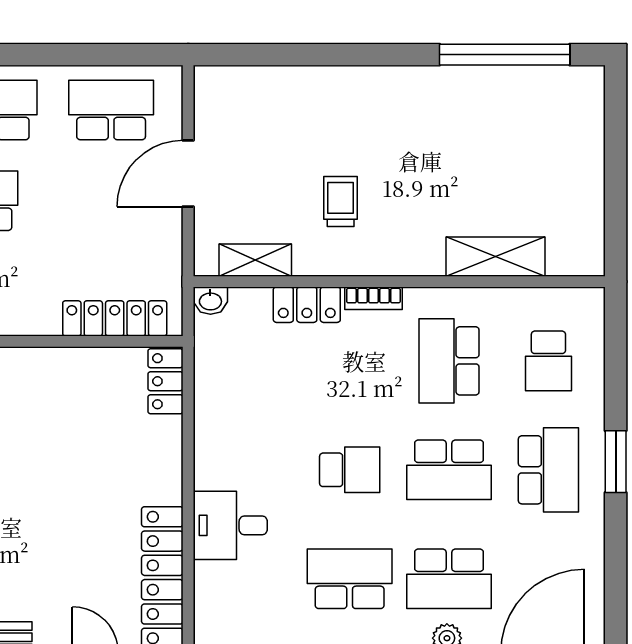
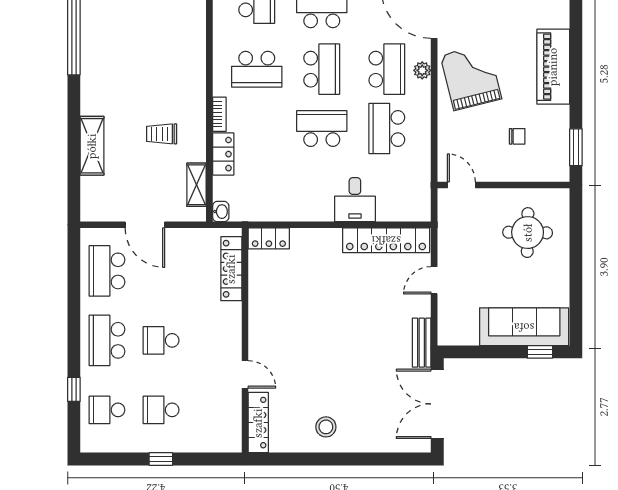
shelving: (495, 257) -> (92, 146), moved
school desk: (350, 470) -> (322, 128), width x1.85

